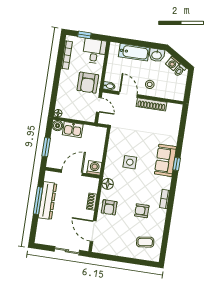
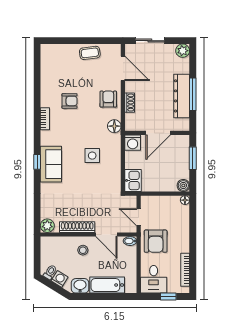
armchair: (88, 83) -> (156, 241), turned 180
plant: (176, 109) -> (47, 226), added
kitchen sink: (73, 130) -> (133, 180), moved, turned 90
plant: (41, 238) -> (183, 51), added
coffee table: (145, 242) -> (90, 53), moved

